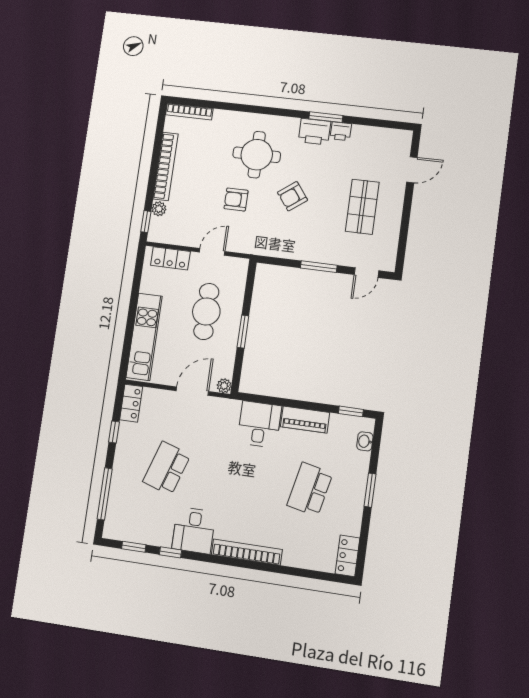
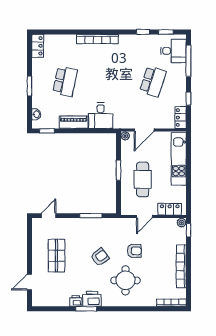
plant: (159, 209) -> (181, 223), moved
window: (319, 267) -> (91, 216), moved
desk: (194, 530) -> (173, 51), moved, turned 90

